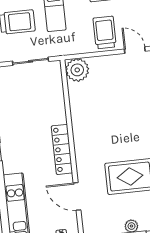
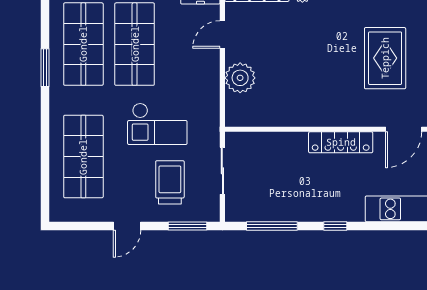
trolley: (105, 32) -> (195, 71), removed
plant: (77, 70) -> (240, 78), moved

